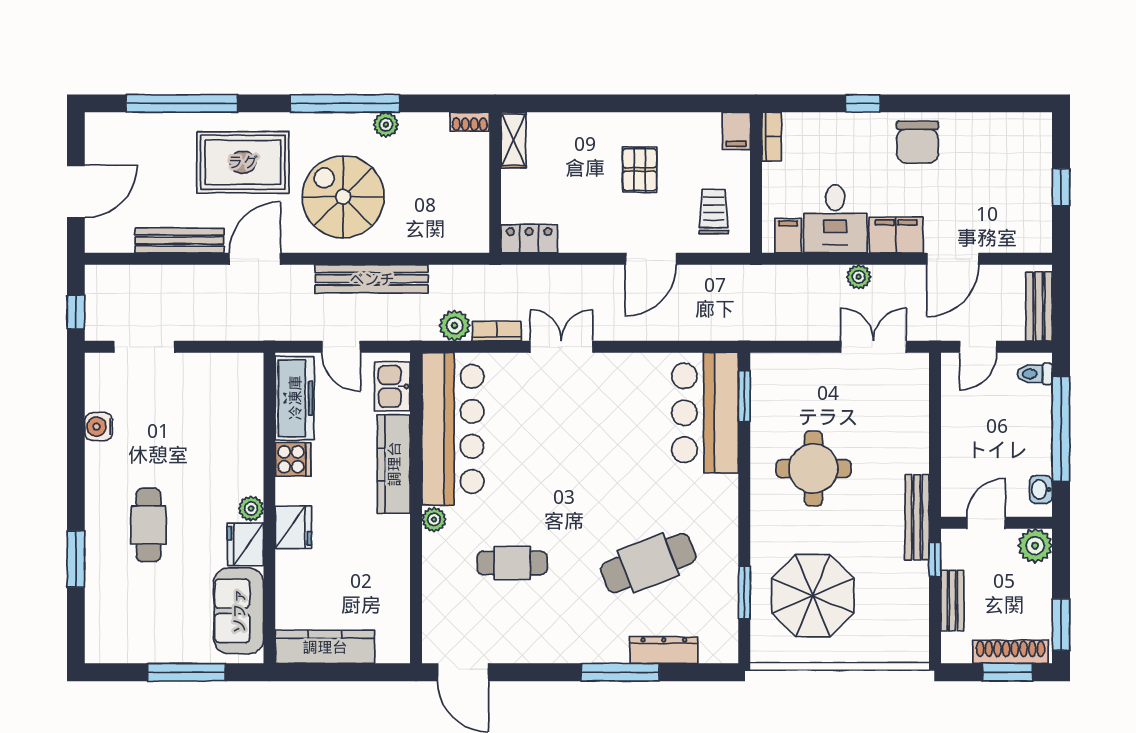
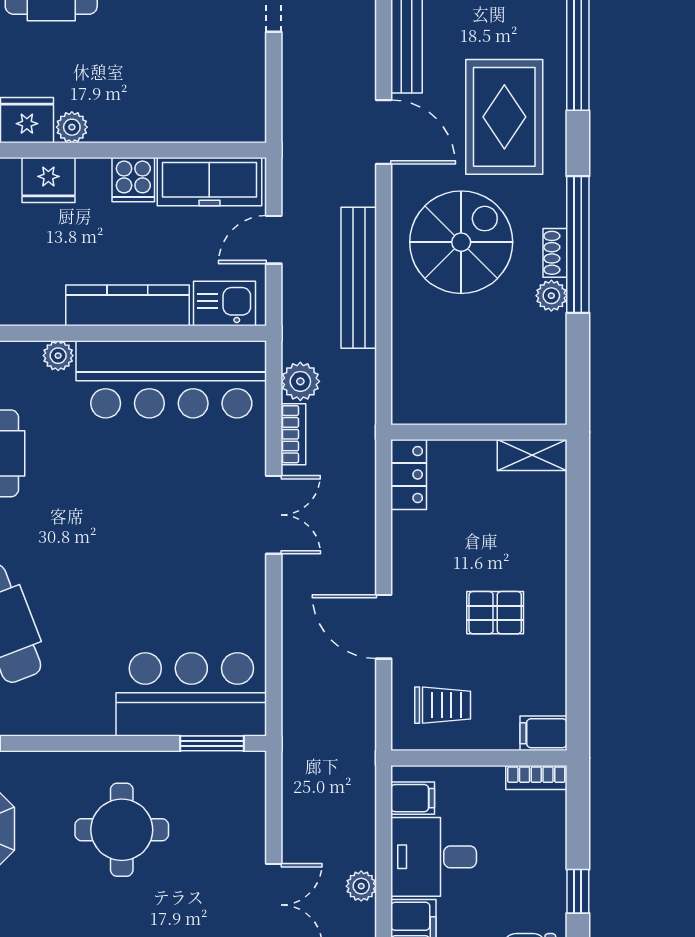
shoe rack: (470, 122) -> (555, 253), moved

